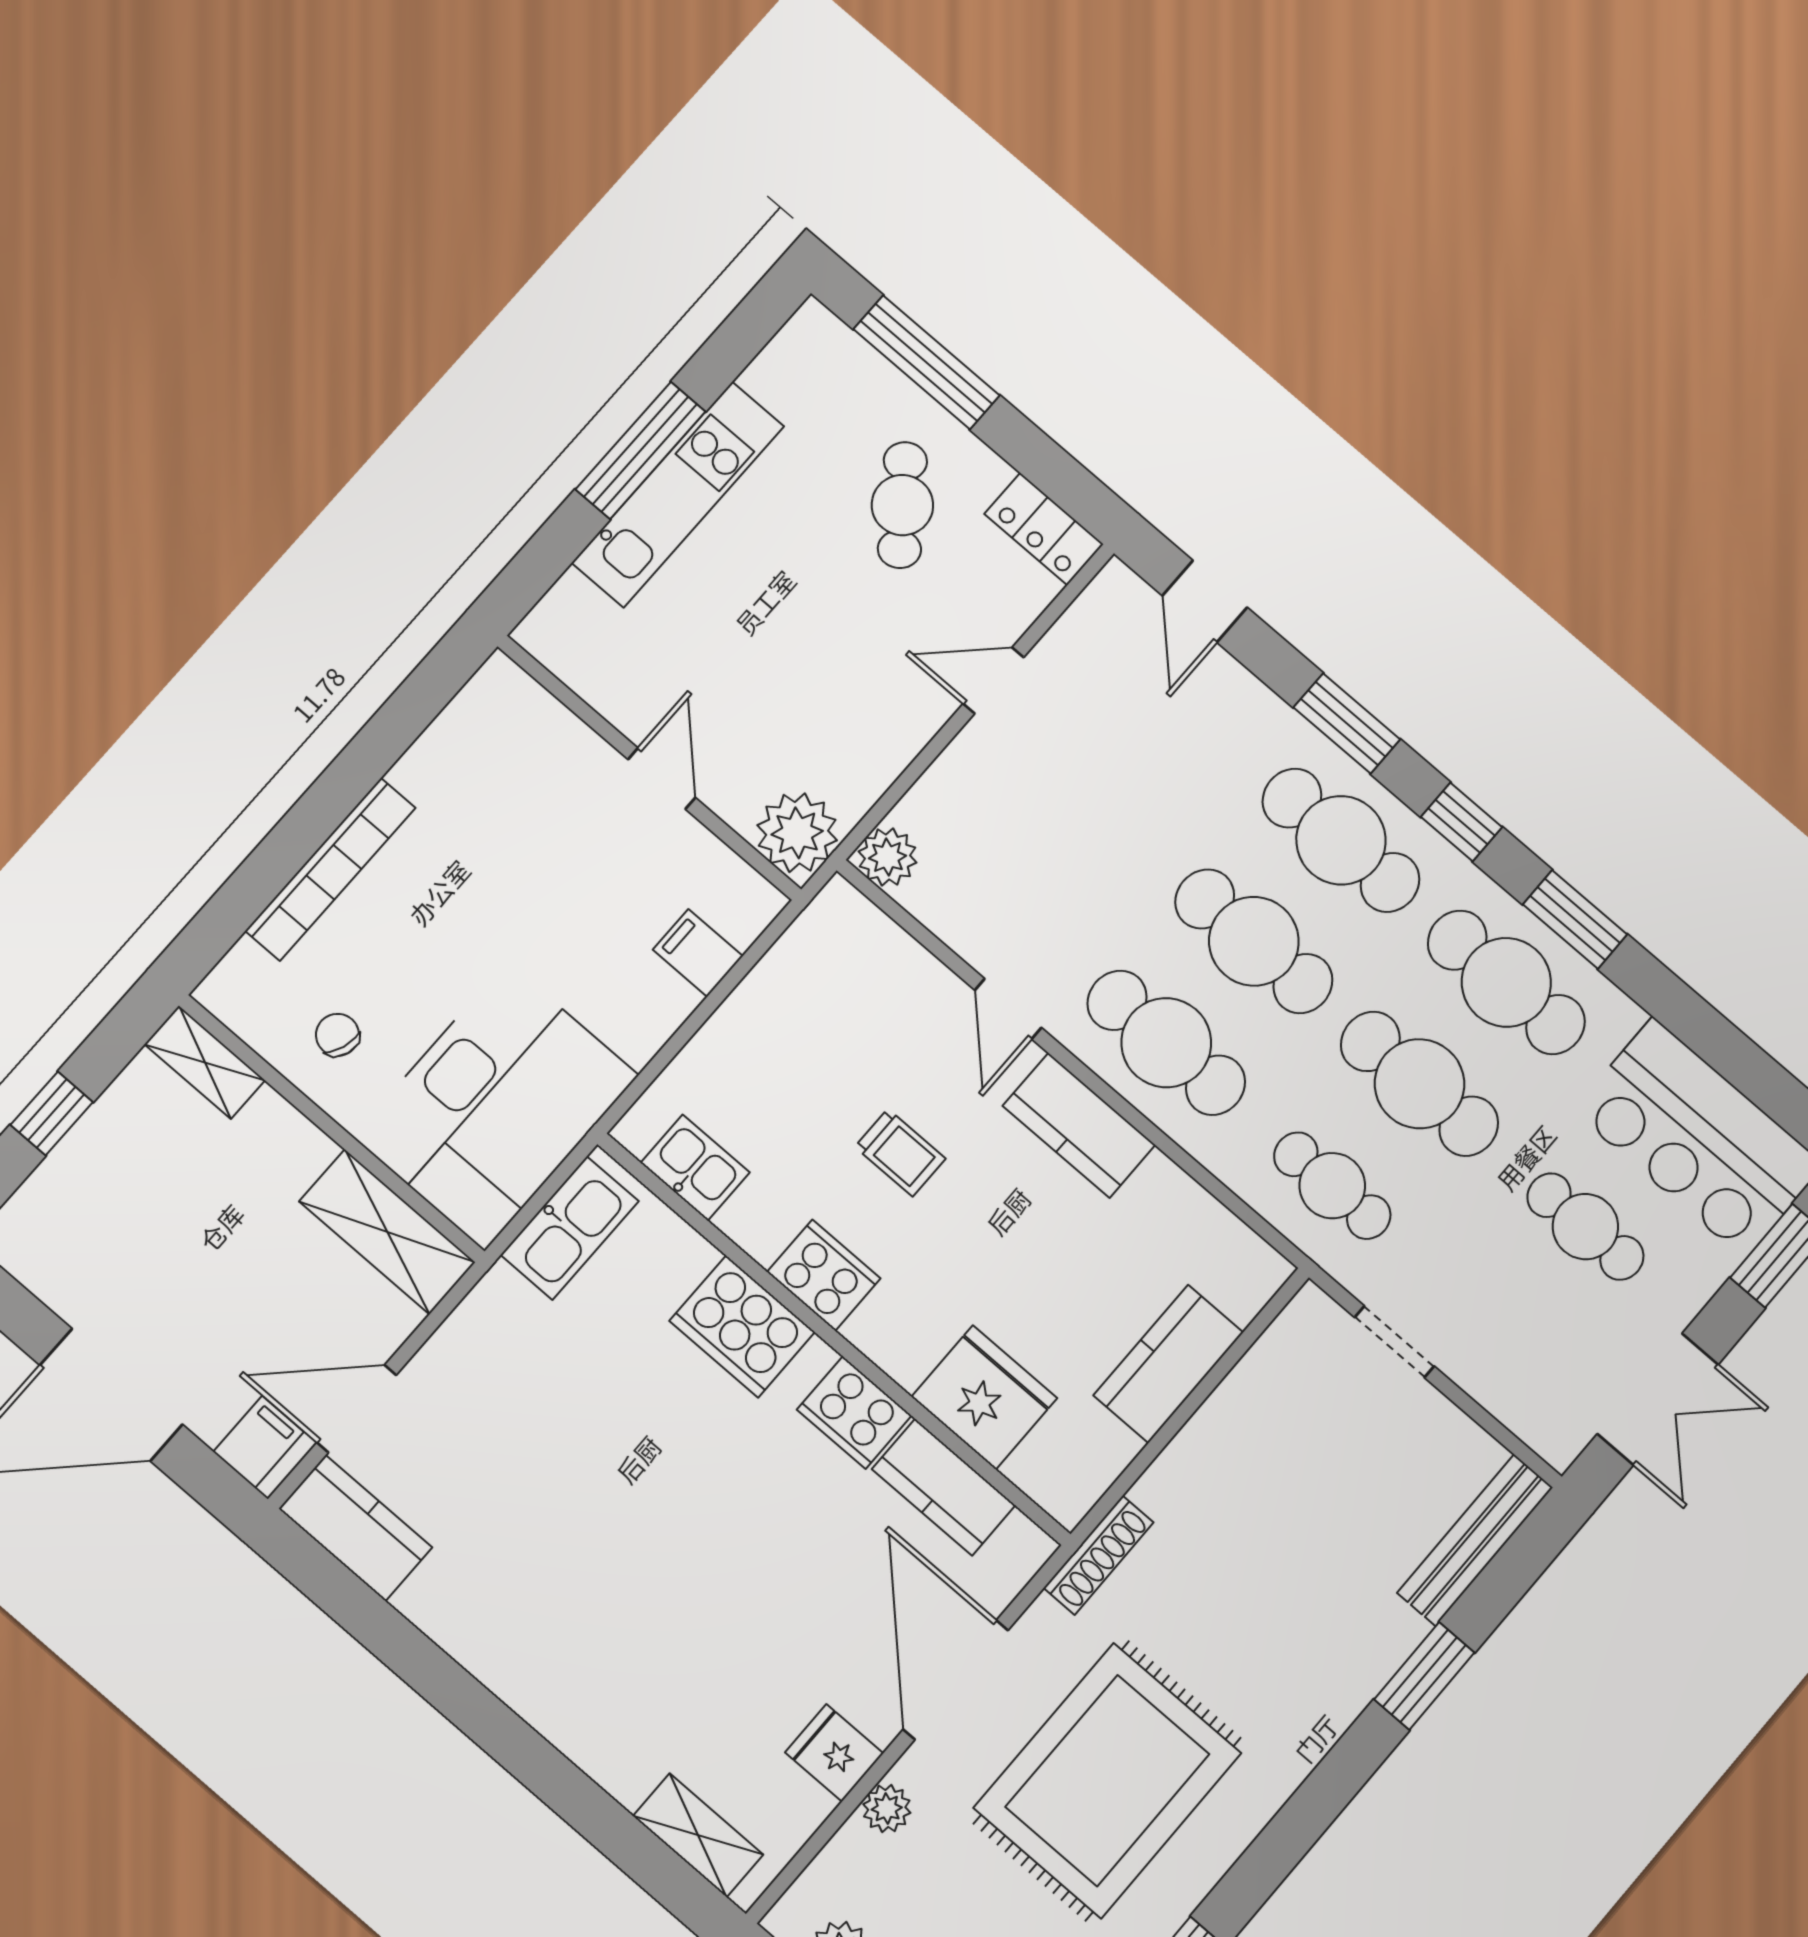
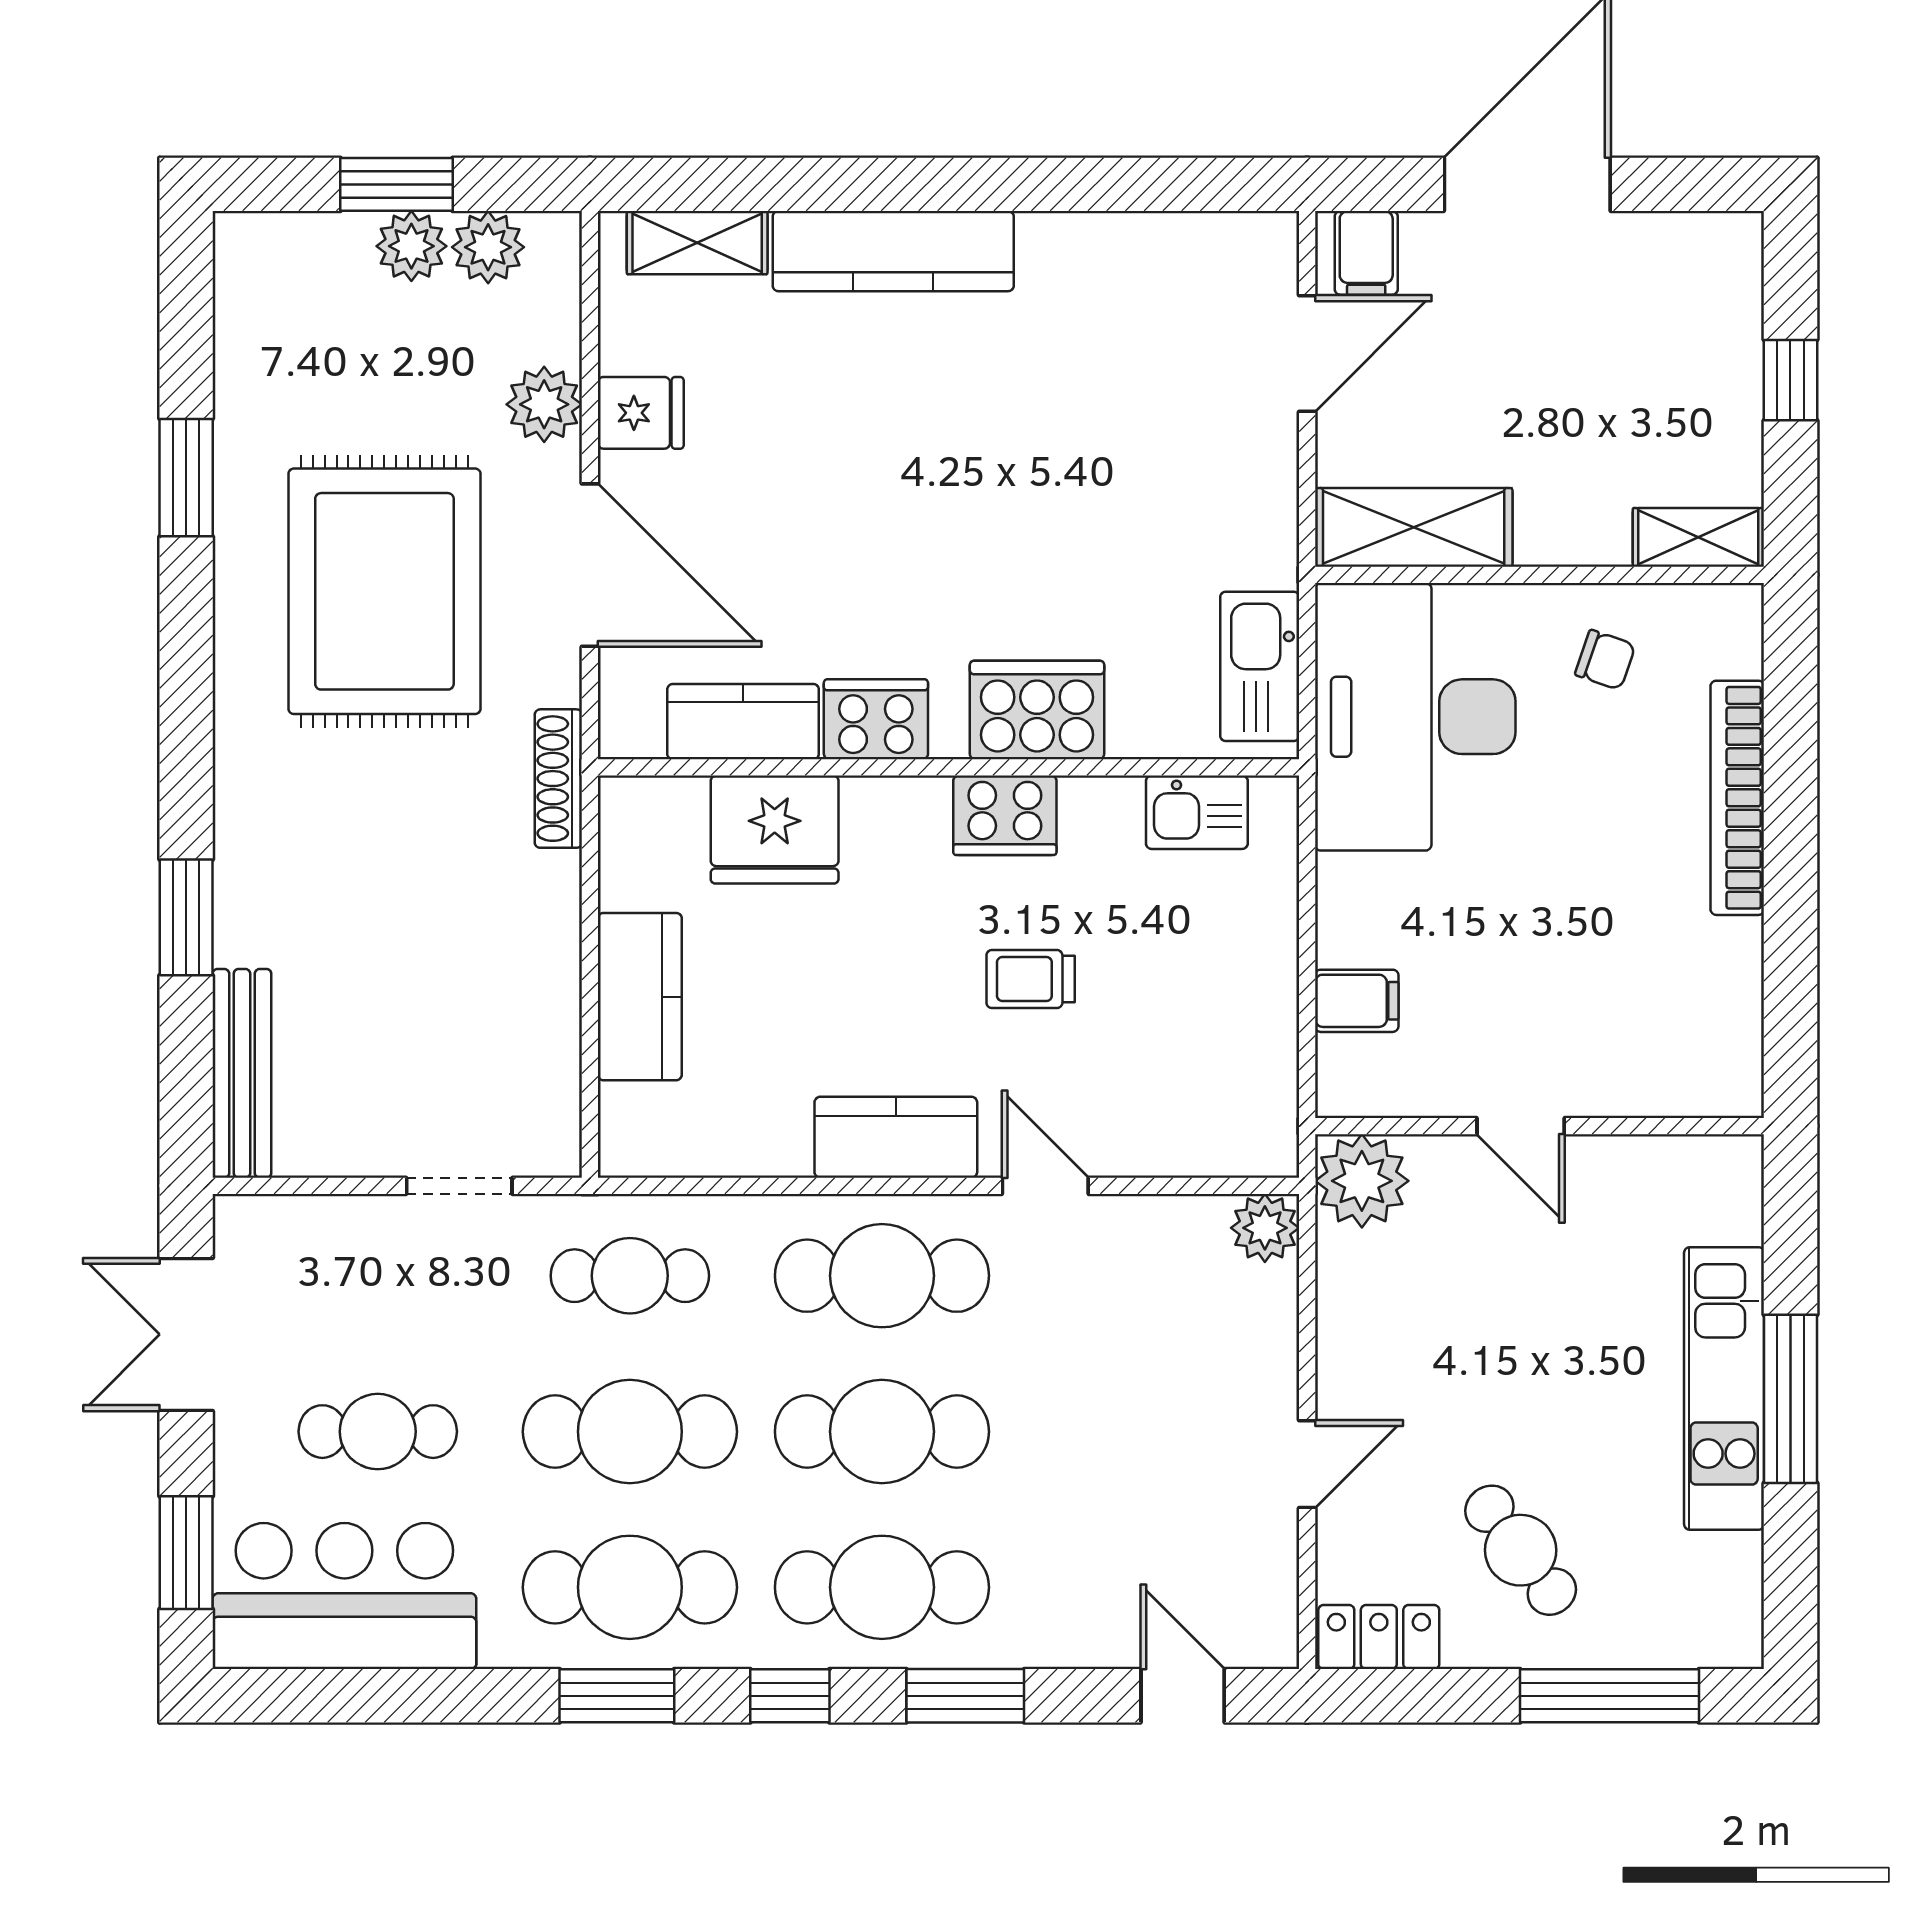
kitchen counter: (355, 1528) -> (893, 251), moved, width x1.50
plant: (887, 1808) -> (544, 404), width x1.38, depth x1.38

